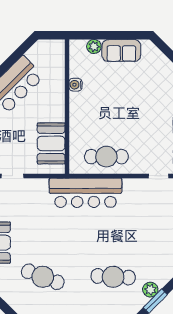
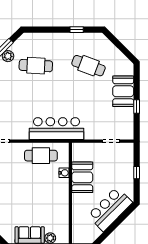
water cooler: (75, 85) -> (64, 173), moved
booth: (51, 143) -> (82, 177), moved

